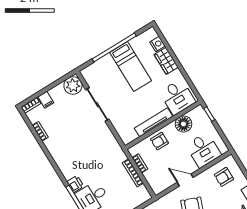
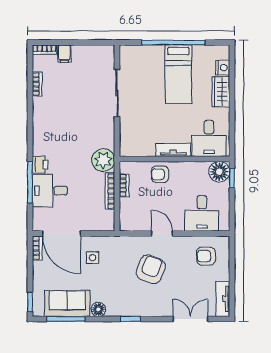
plant: (73, 85) -> (103, 160), moved
tv unit: (154, 122) -> (173, 150), width x0.71
floor lamp: (183, 124) -> (219, 172), moved

